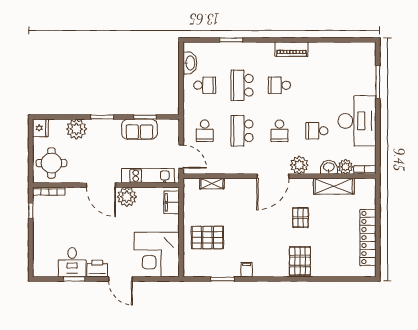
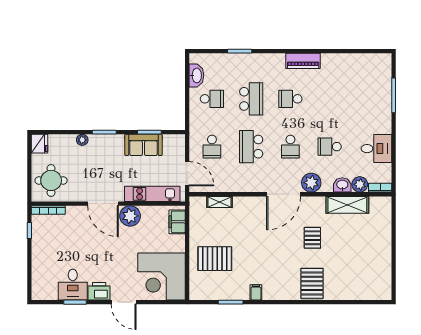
school desk: (242, 85) -> (251, 99), turned 180
desk: (357, 121) -> (376, 149), width x0.53, depth x0.77
plant: (76, 129) -> (82, 140), width x0.53, depth x0.53
locker: (368, 238) -> (383, 259), removed

